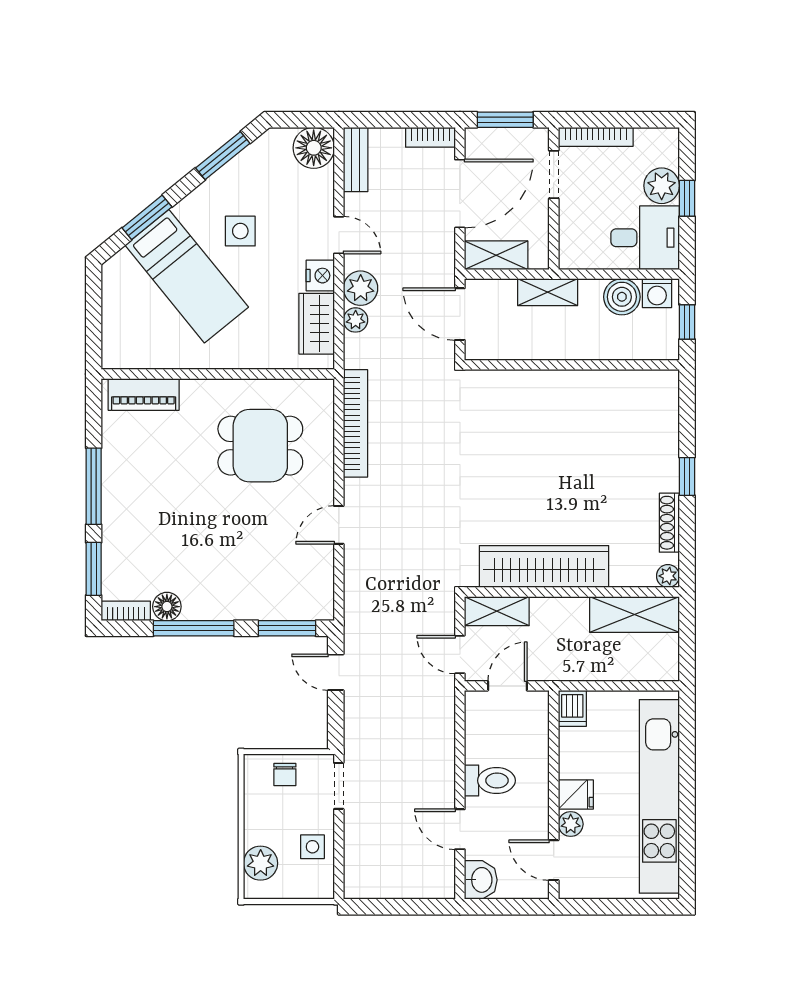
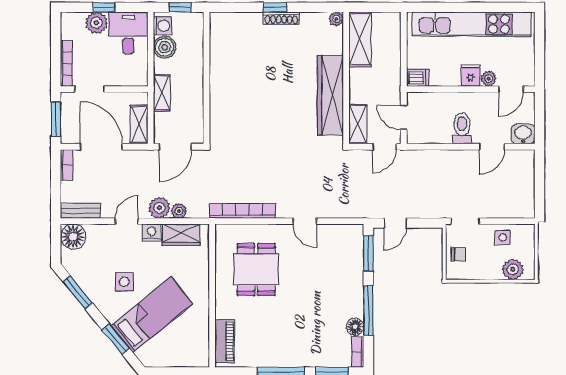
shoe rack: (669, 523) -> (281, 18), moved

